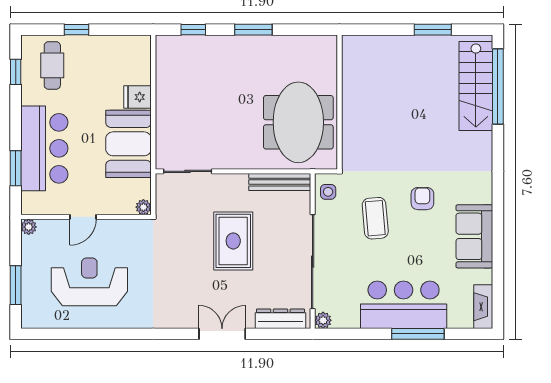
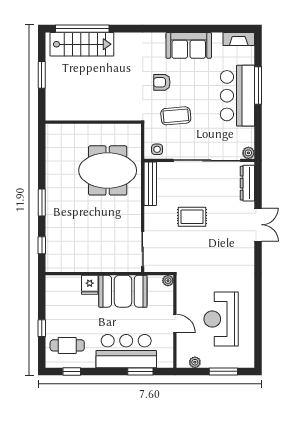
wall: (340, 102) -> (93, 122), moved
plant: (29, 227) -> (195, 362), moved
rug: (233, 241) -> (192, 217), width x0.73, depth x0.70
double door: (222, 334) -> (258, 225), swing flipped

